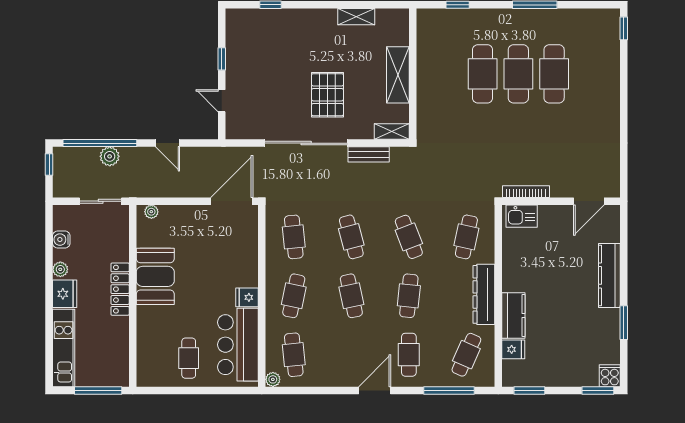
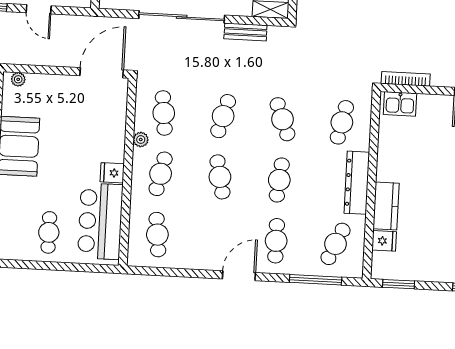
cafe table: (351, 237) -> (223, 116), turned 30
plant: (273, 379) -> (141, 140), moved

